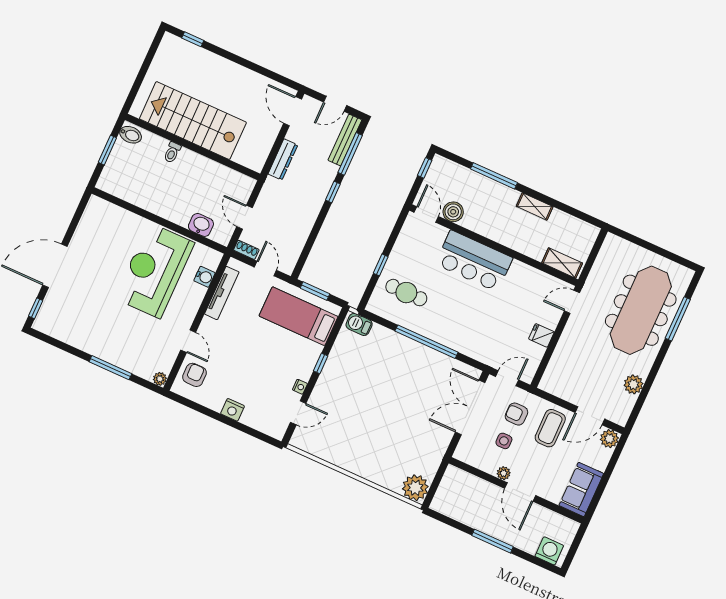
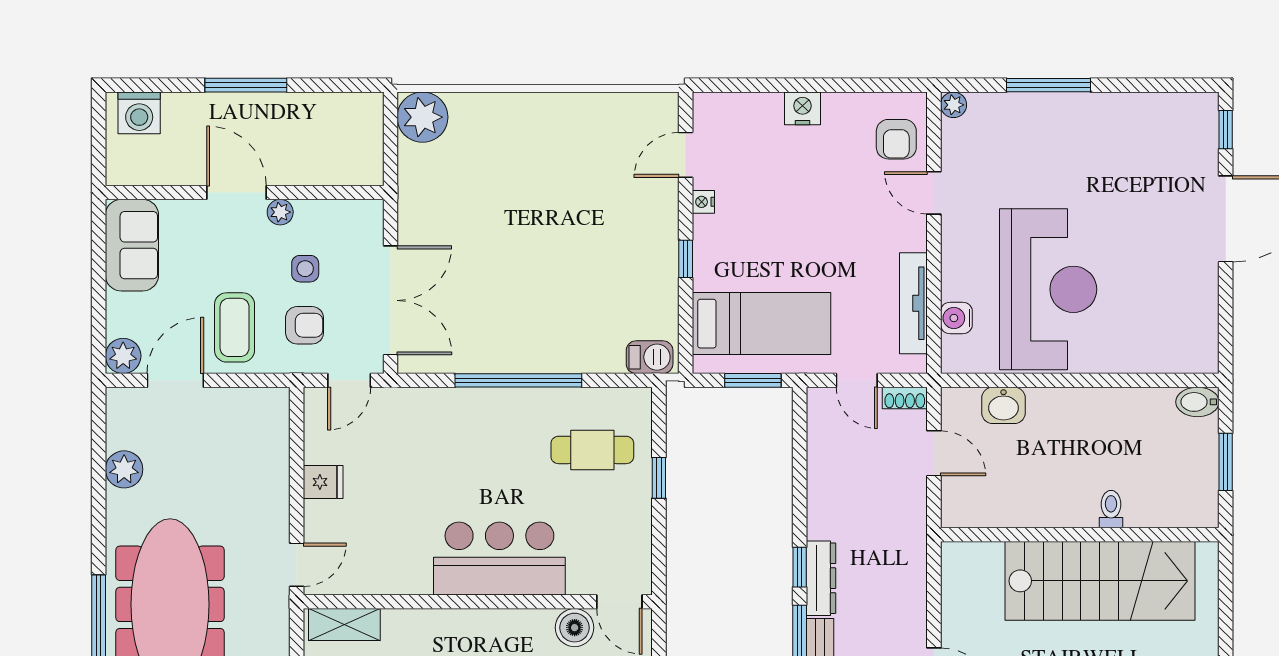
bidet: (131, 135) -> (1197, 402), moved
dresser: (283, 159) -> (821, 578), moved, turned 180

